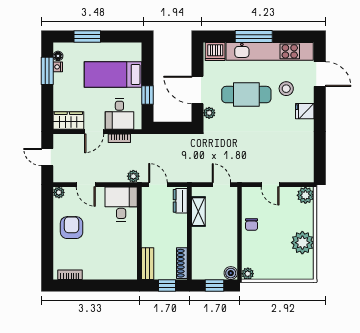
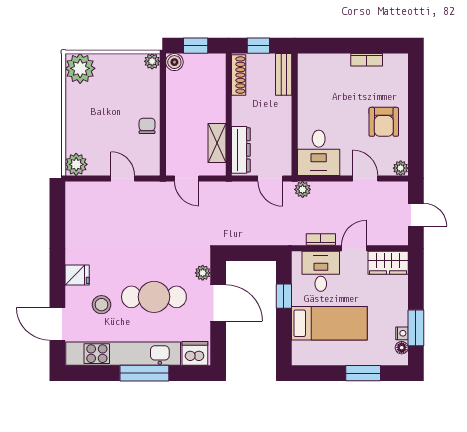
dresser: (180, 201) -> (241, 150), width x1.44
plant: (302, 243) -> (80, 68), moved
bookcase: (70, 275) -> (367, 60), moved

